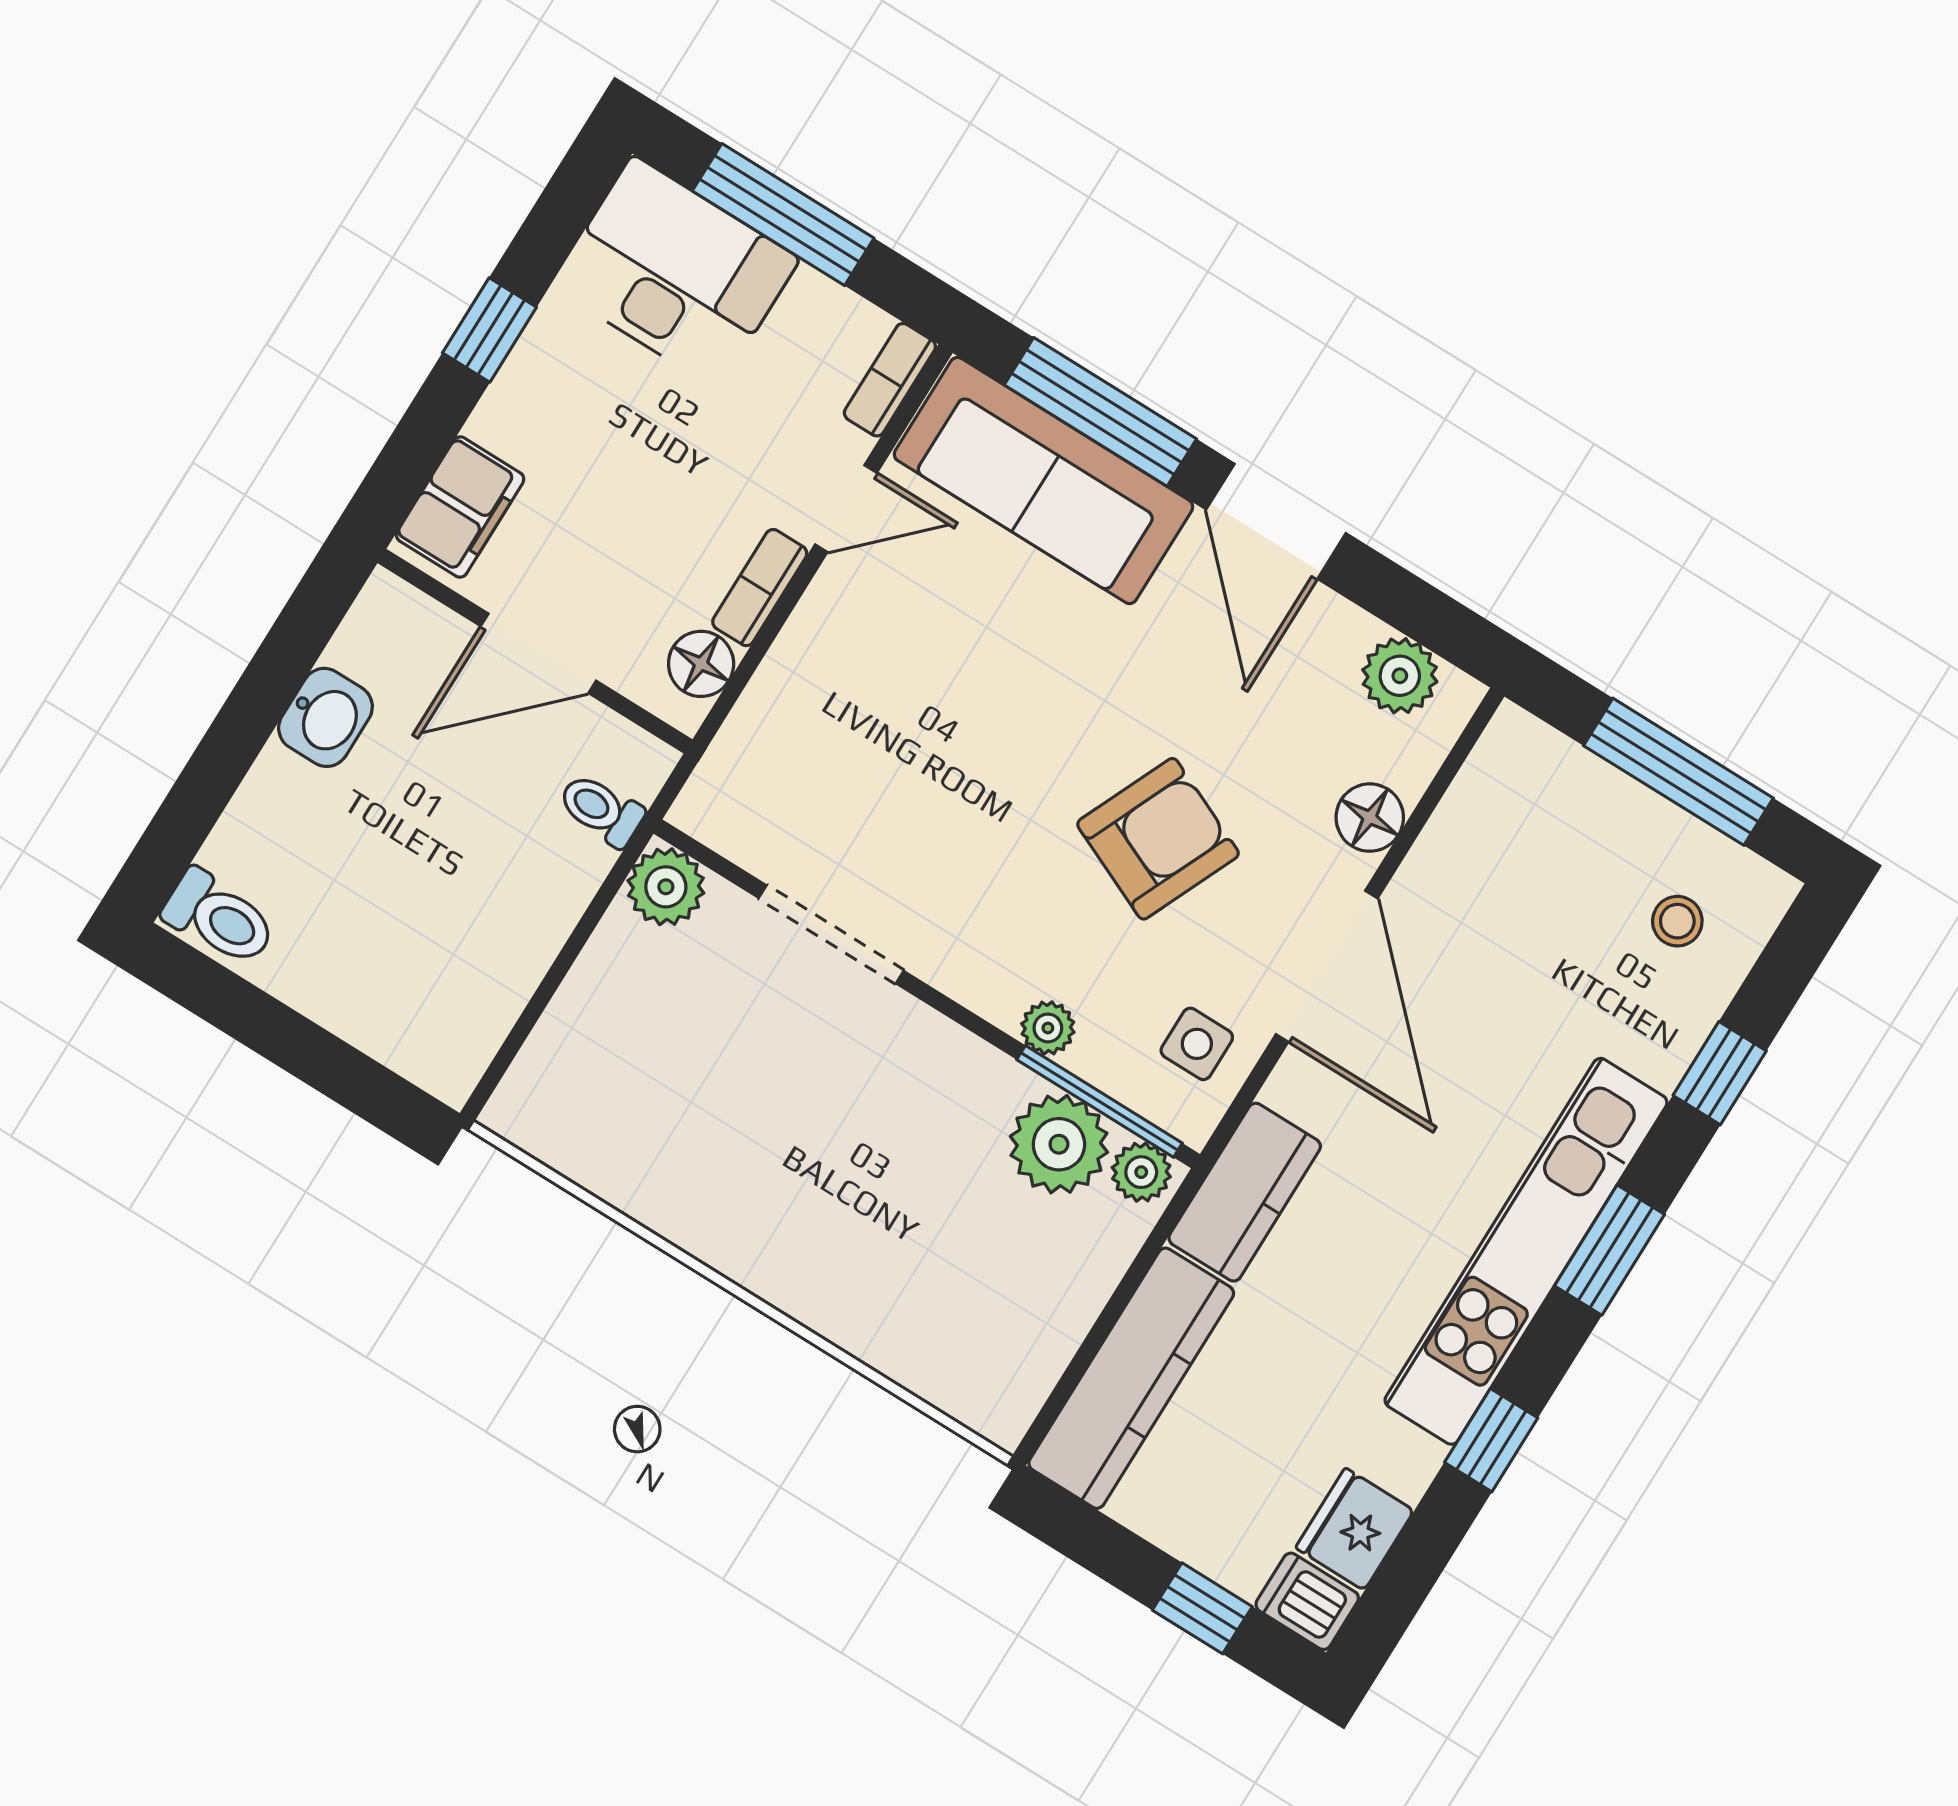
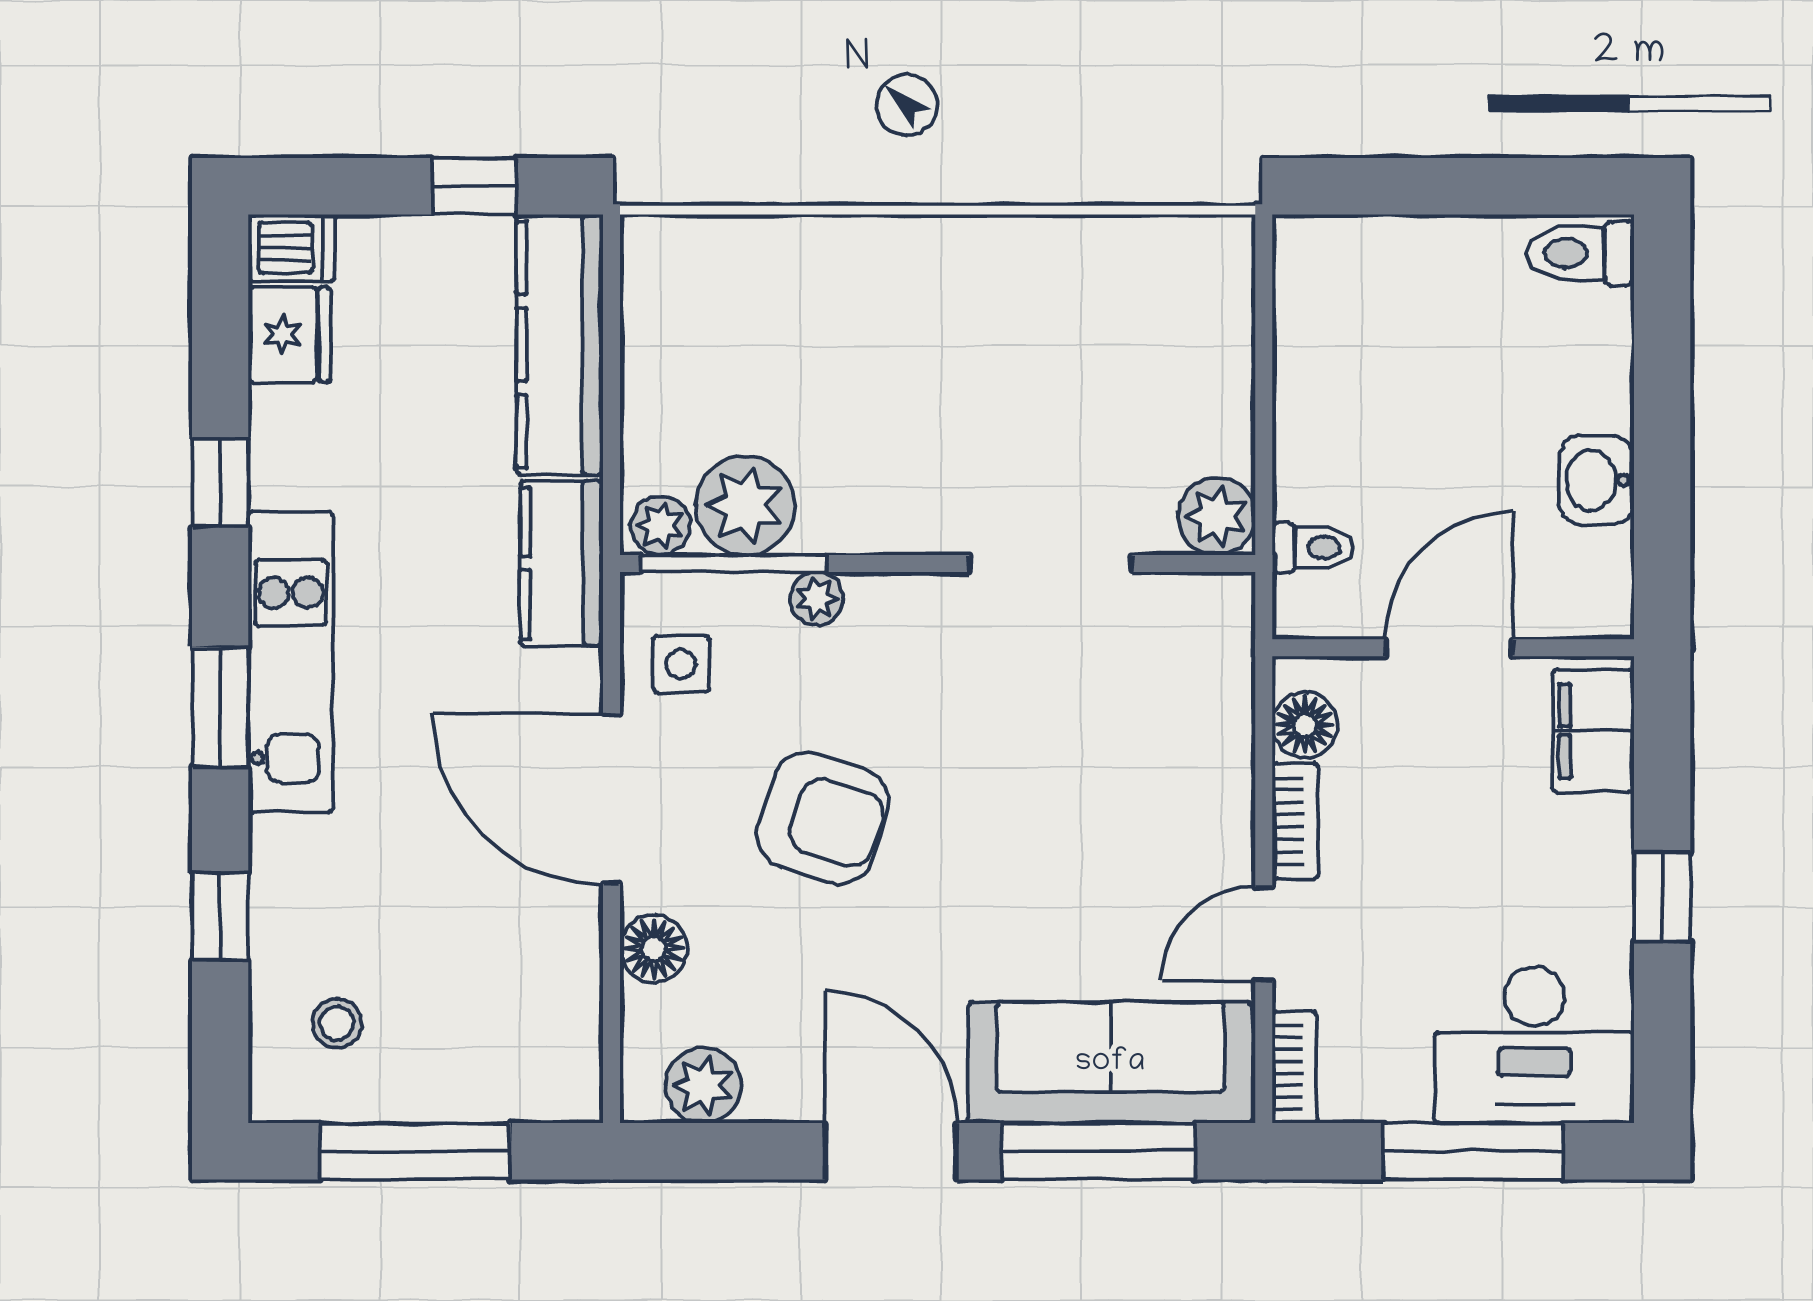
armchair: (1158, 839) -> (823, 818), turned -96
kitchen unit: (1526, 1251) -> (291, 662), width x0.73
window: (1202, 1608) -> (474, 186), moved

